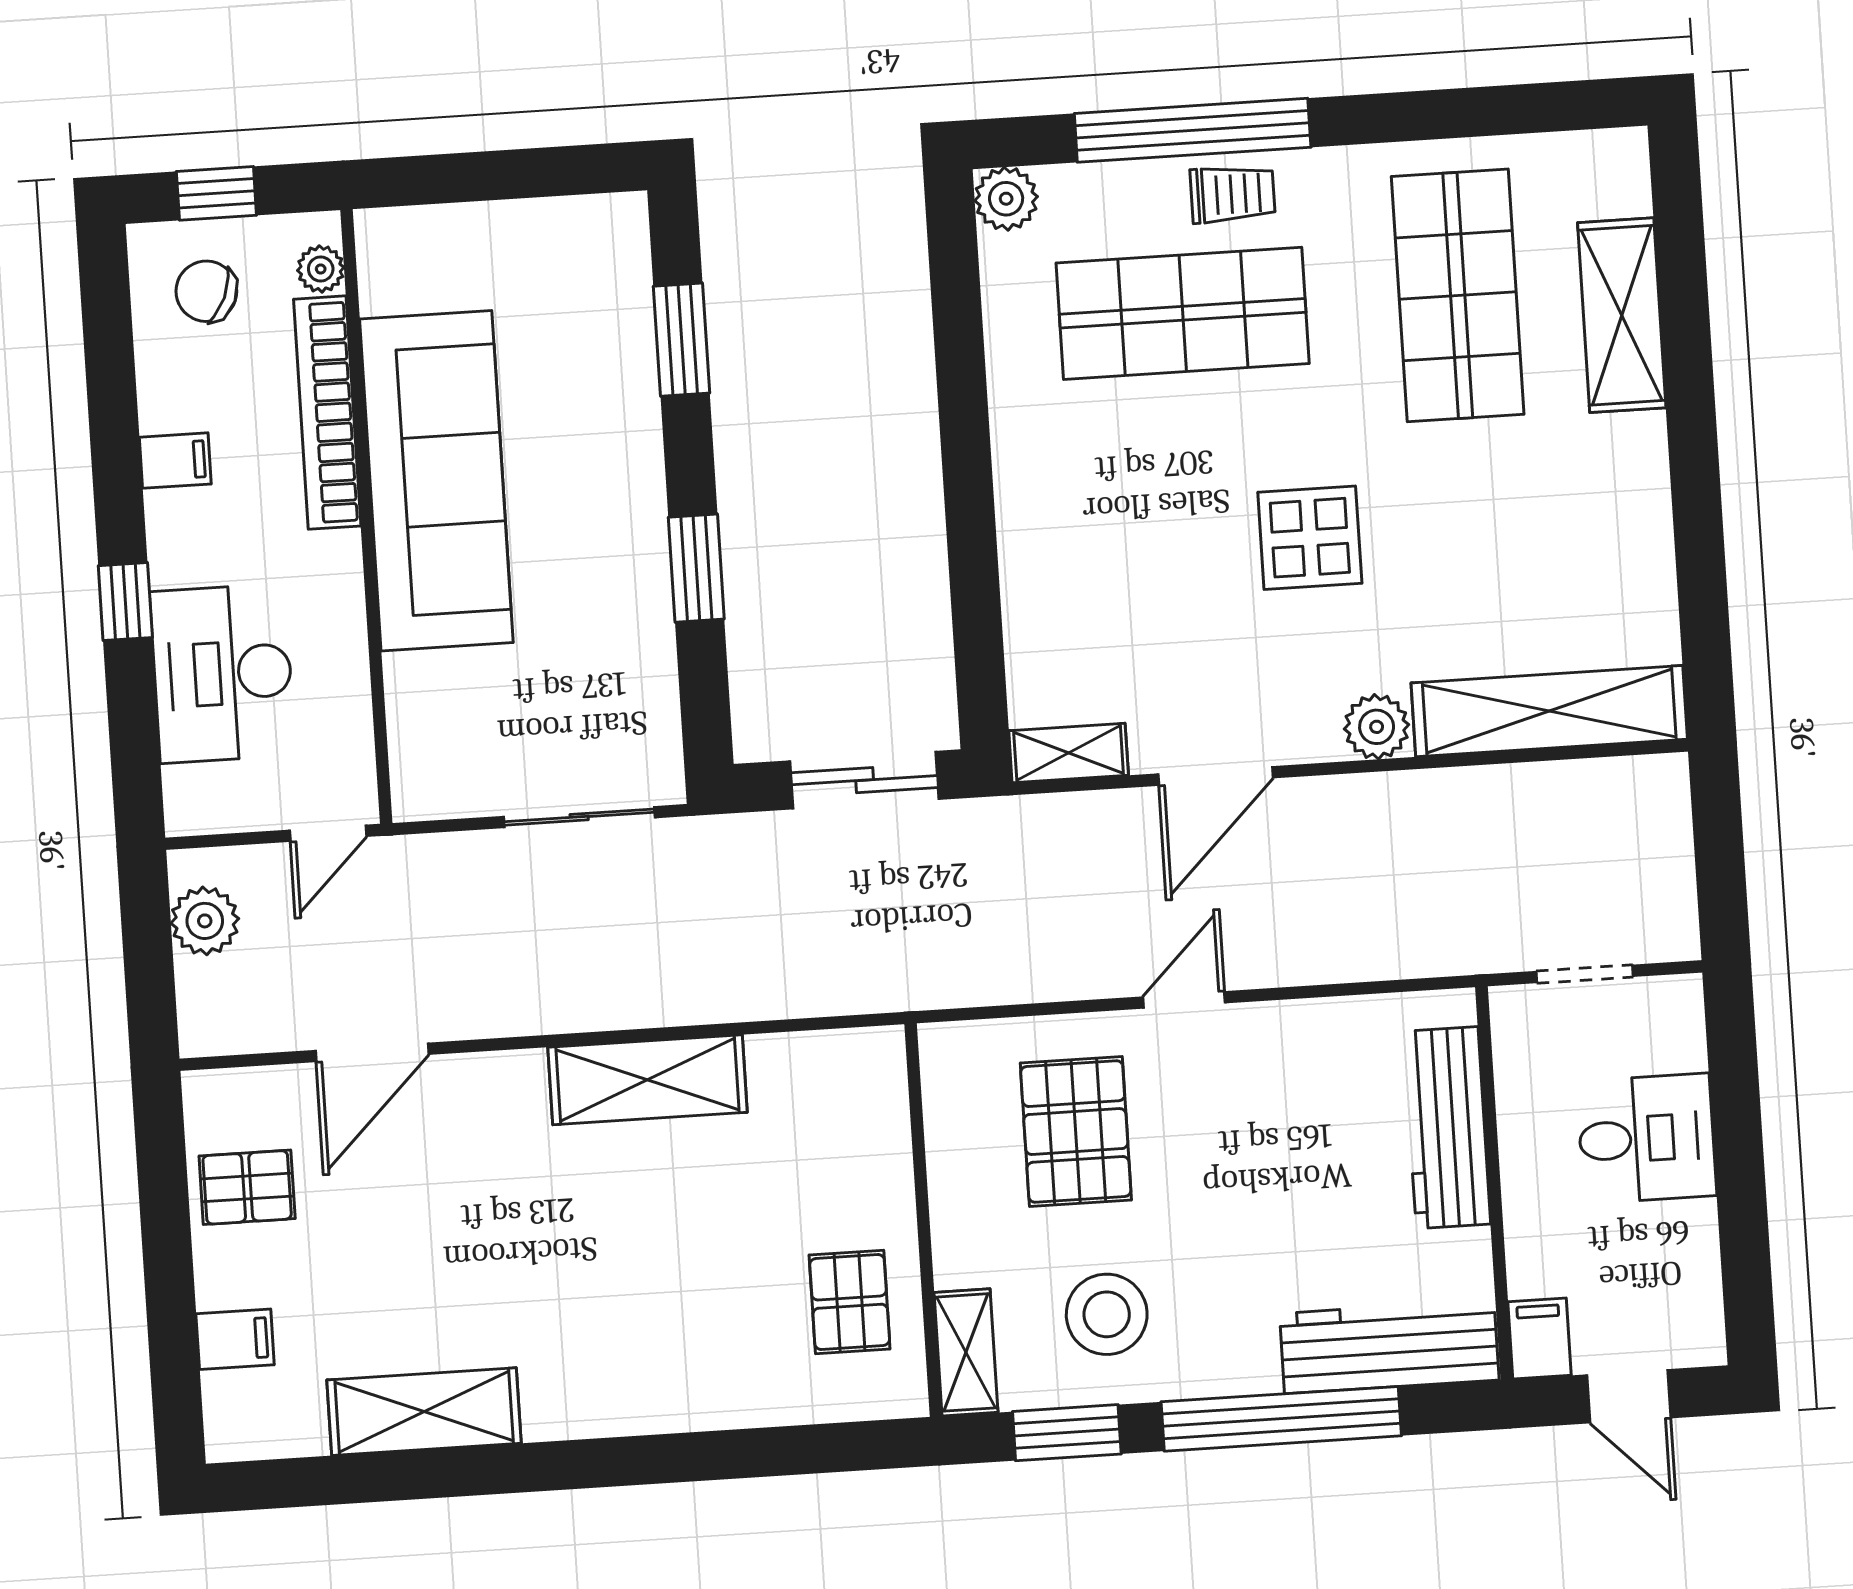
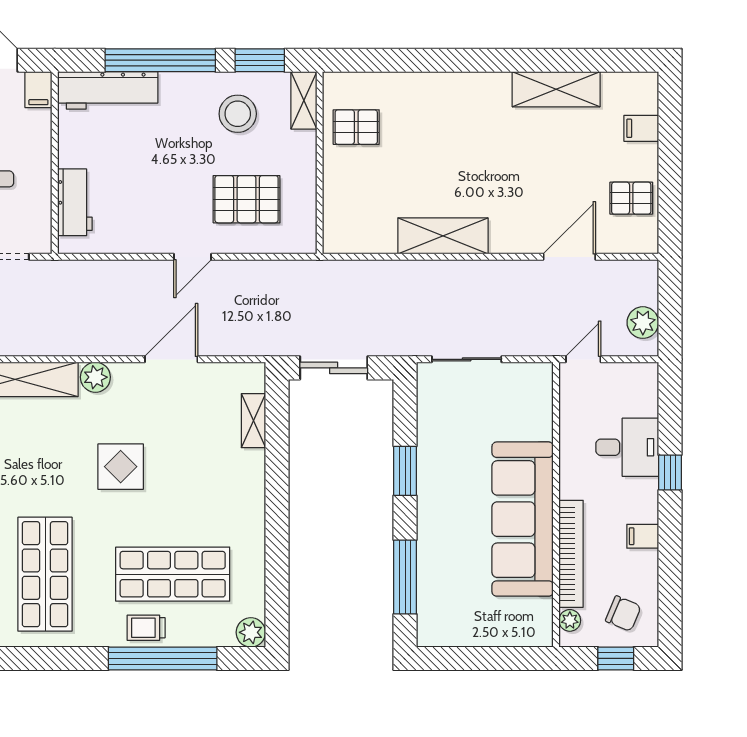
window: (682, 340) -> (405, 577), width x1.44
desk: (222, 673) -> (627, 447), width x0.73
shelving: (1069, 753) -> (253, 421), moved, turned 90
workbench: (1447, 1128) -> (75, 202), width x0.73
pallet: (1076, 1132) -> (247, 199), turned 90
pallet: (850, 1302) -> (356, 127), turned 90

